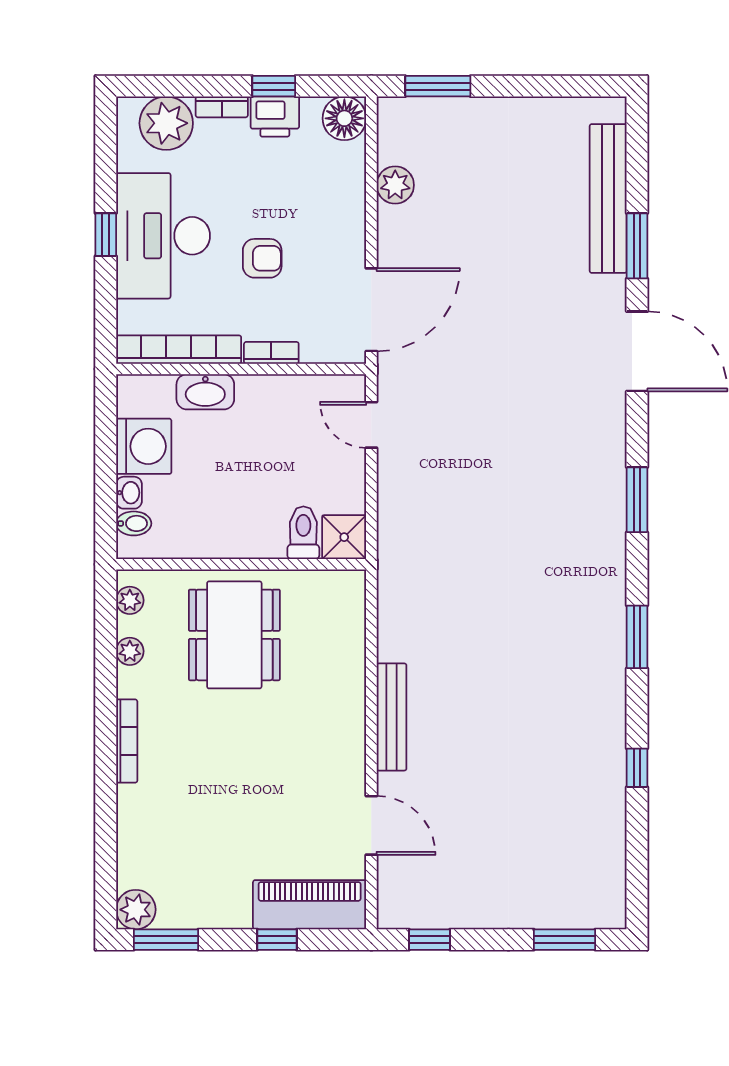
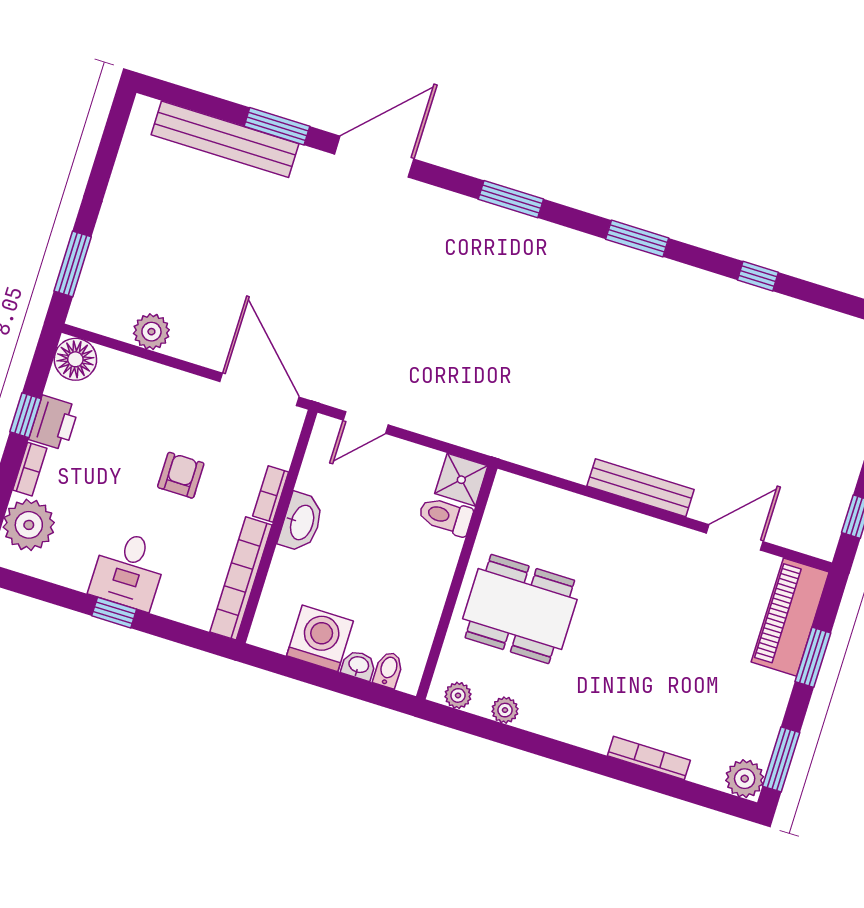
desk: (163, 236) -> (128, 570), width x0.53, depth x0.77
washbasin: (205, 392) -> (301, 522), moved
bookcase: (127, 741) -> (649, 758), moved
window: (277, 940) -> (813, 657), width x1.50

